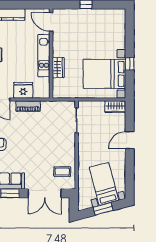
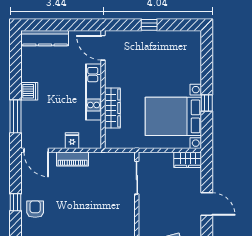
wardrobe: (58, 68) -> (112, 108), width x1.50
fridge: (23, 90) -> (72, 141), width x0.53, depth x0.75
door: (130, 140) -> (207, 204), swing flipped

